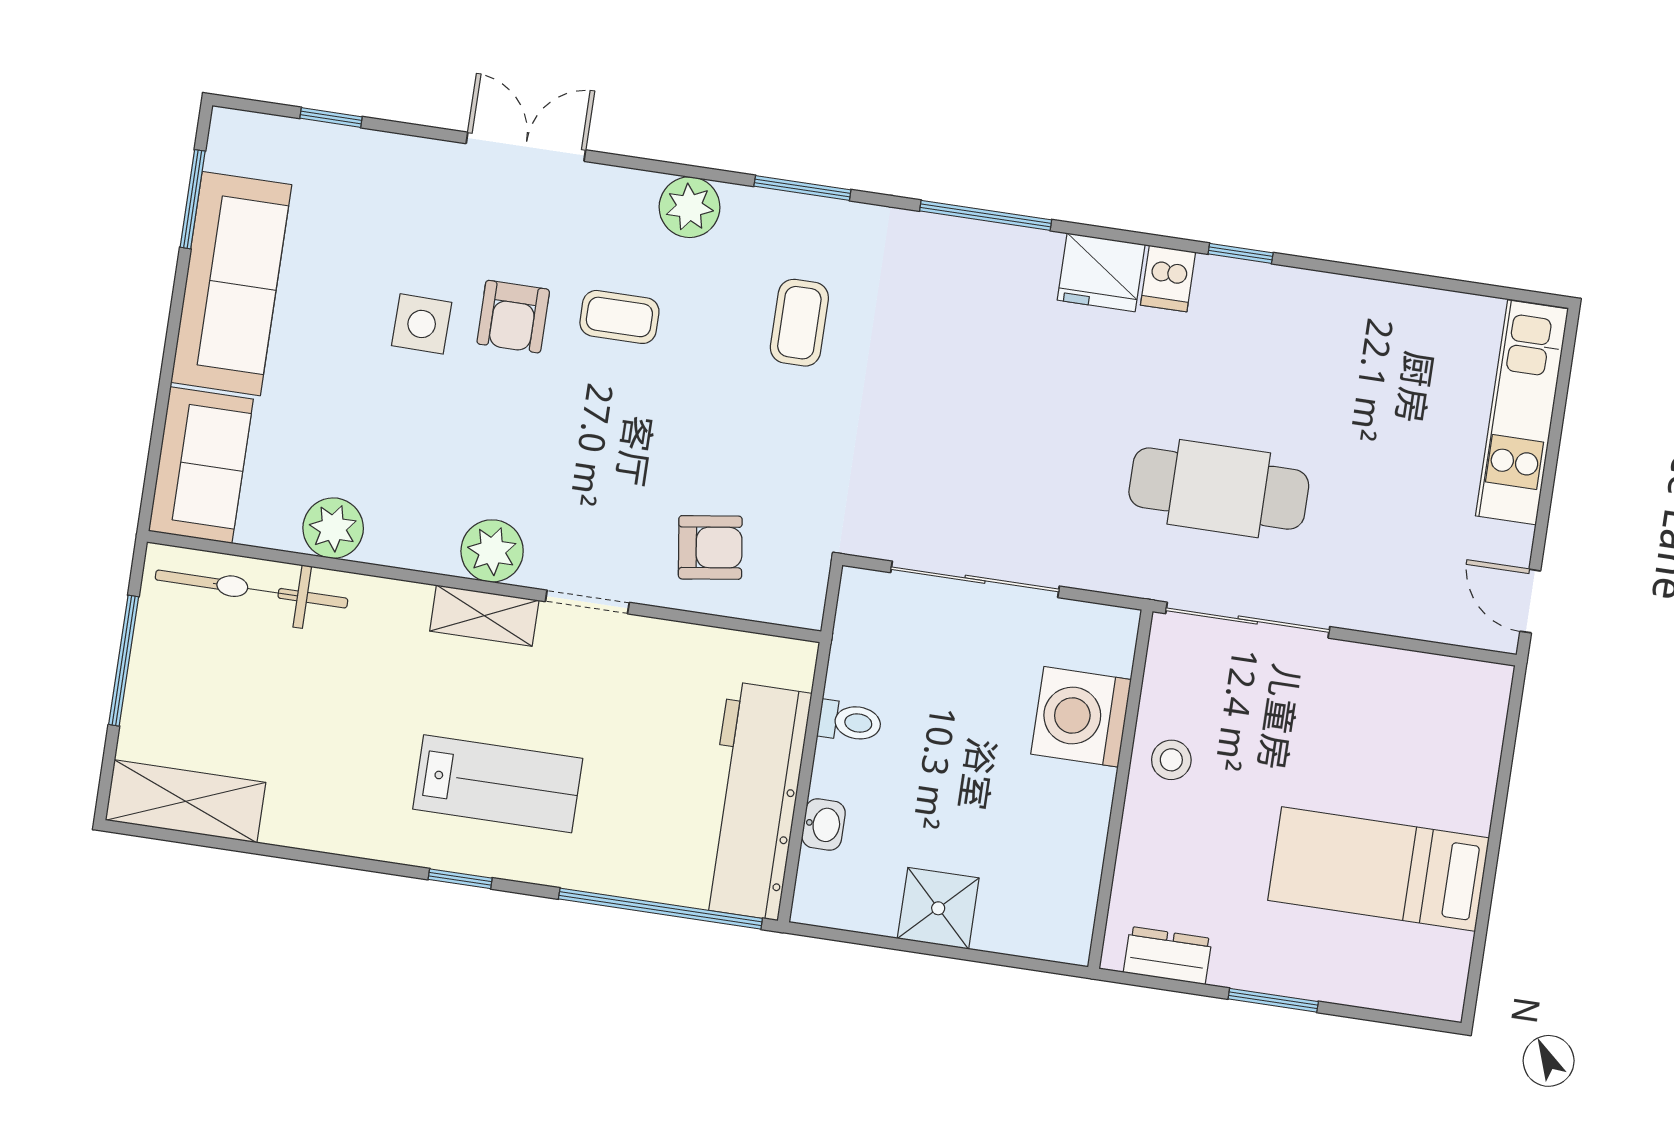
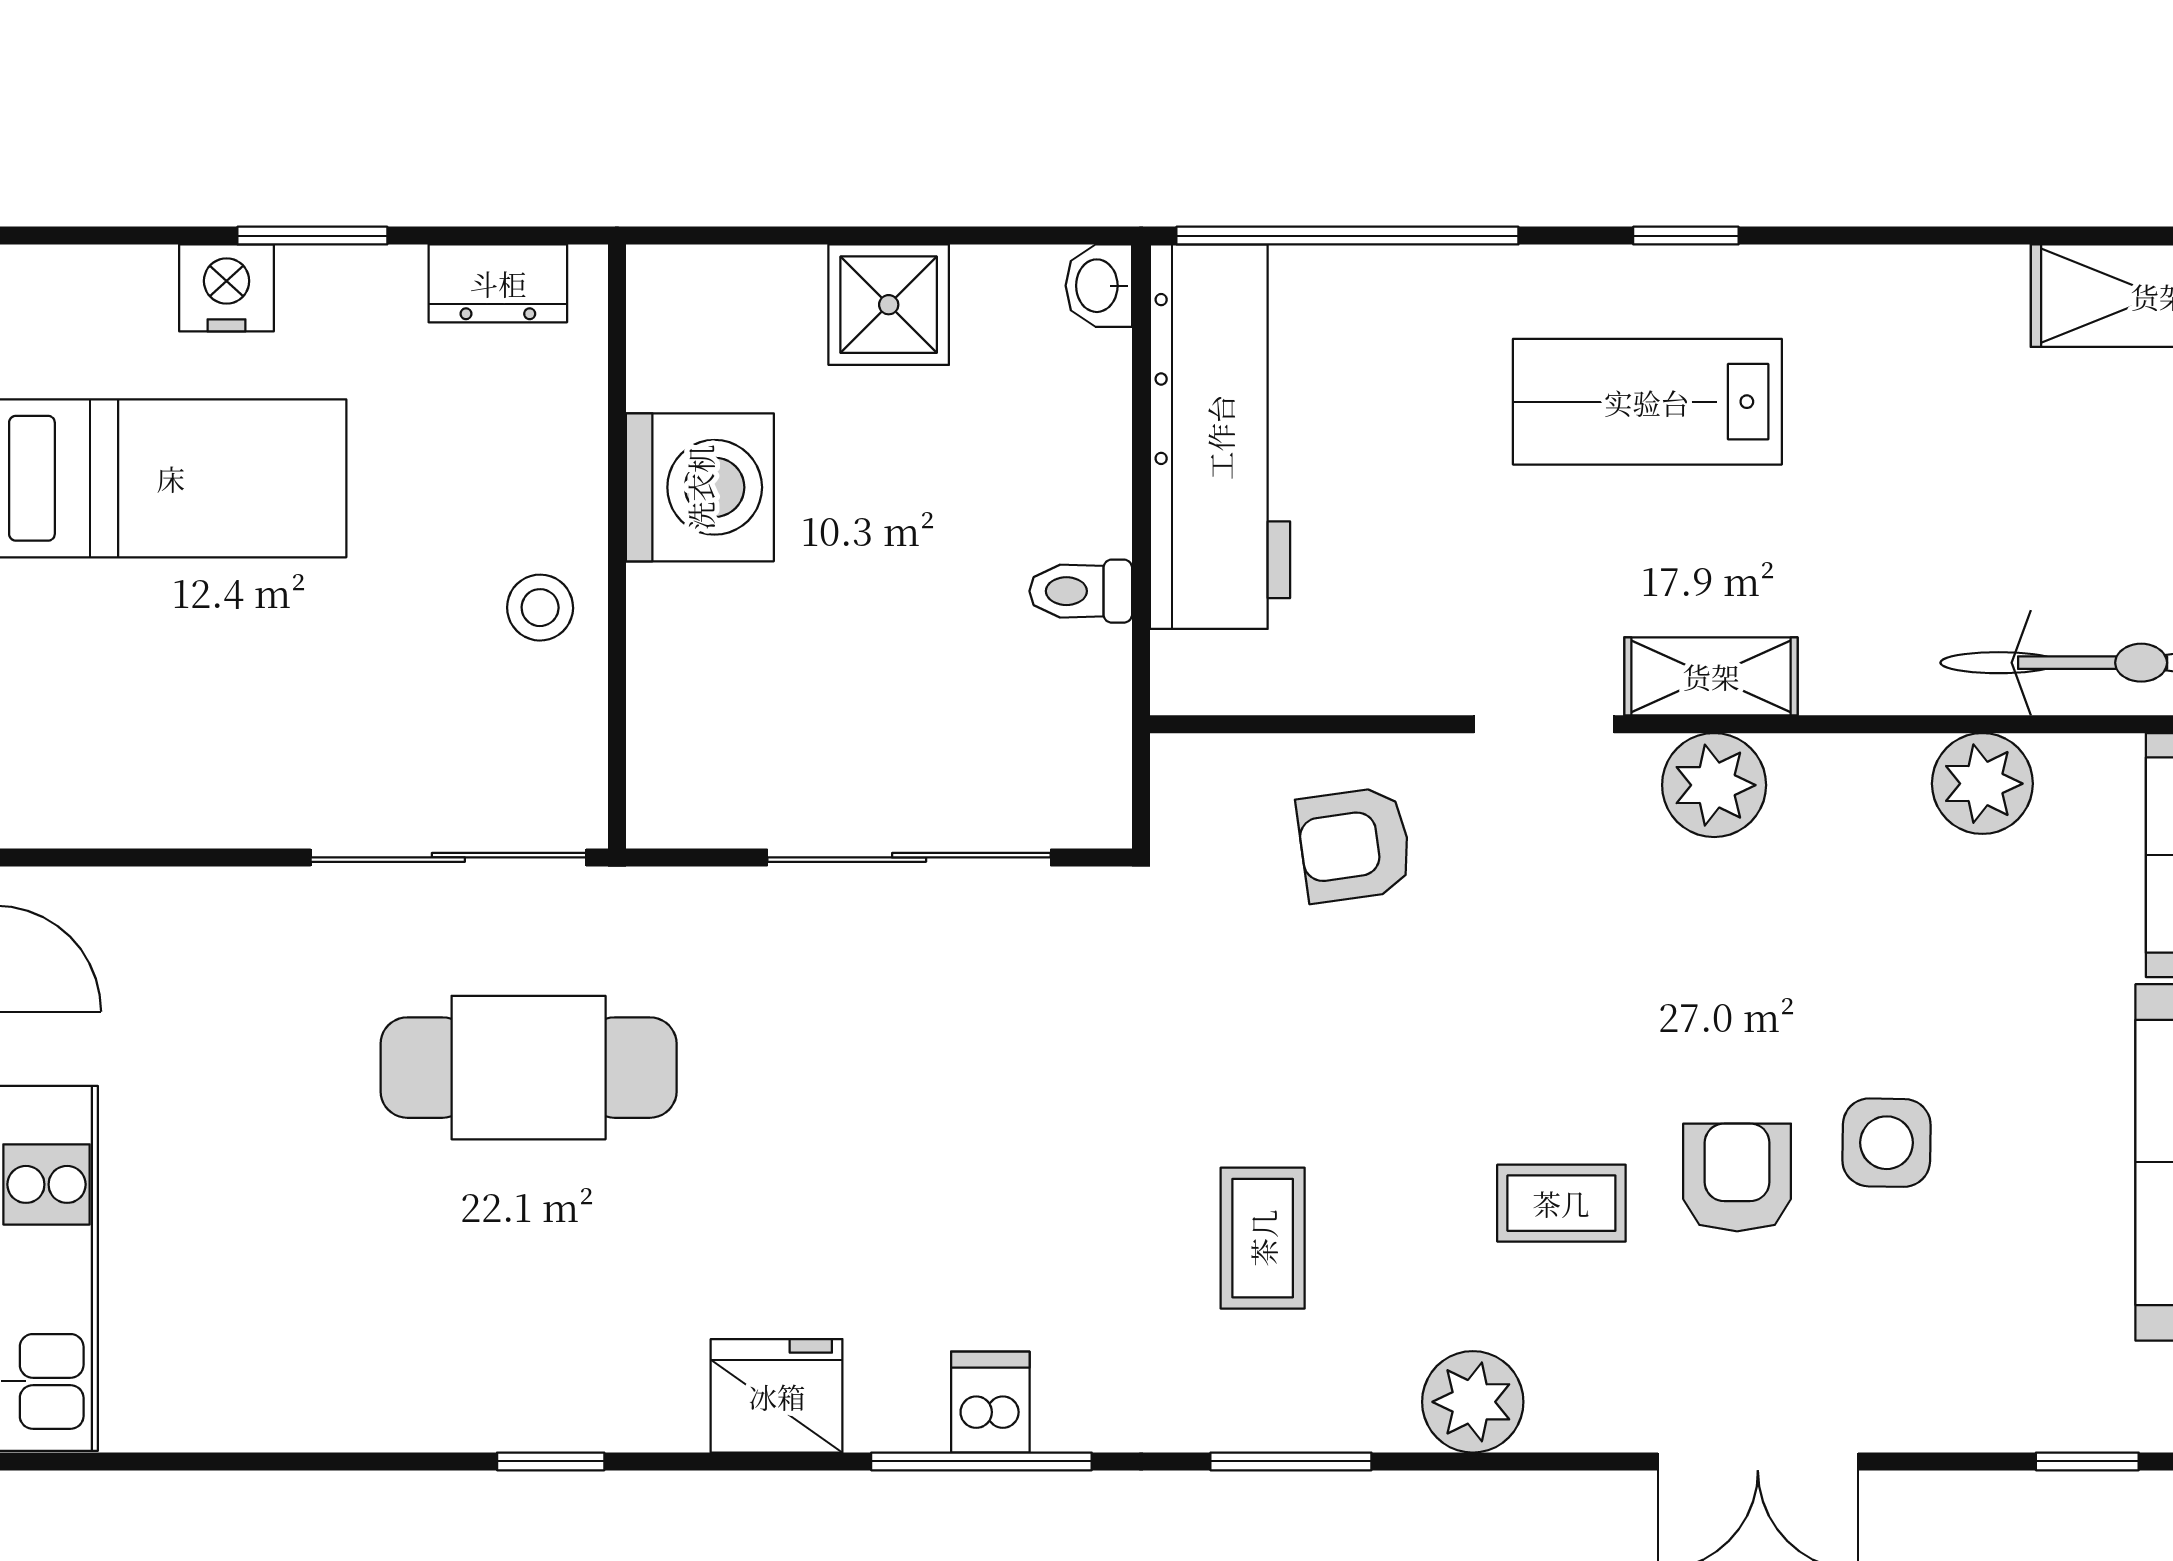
dishwasher: (1168, 279) -> (990, 1402), moved
washing machine: (1081, 717) -> (700, 487), moved
washbasin: (824, 824) -> (1099, 286), moved
nightstand: (1329, 977) -> (227, 288), added

